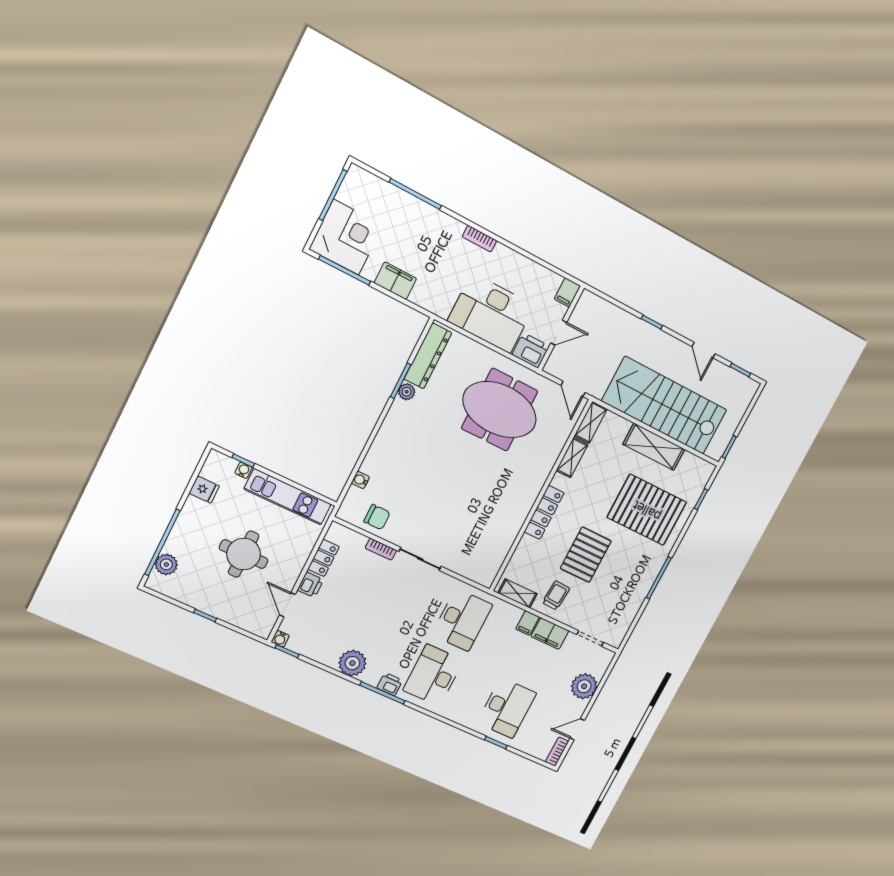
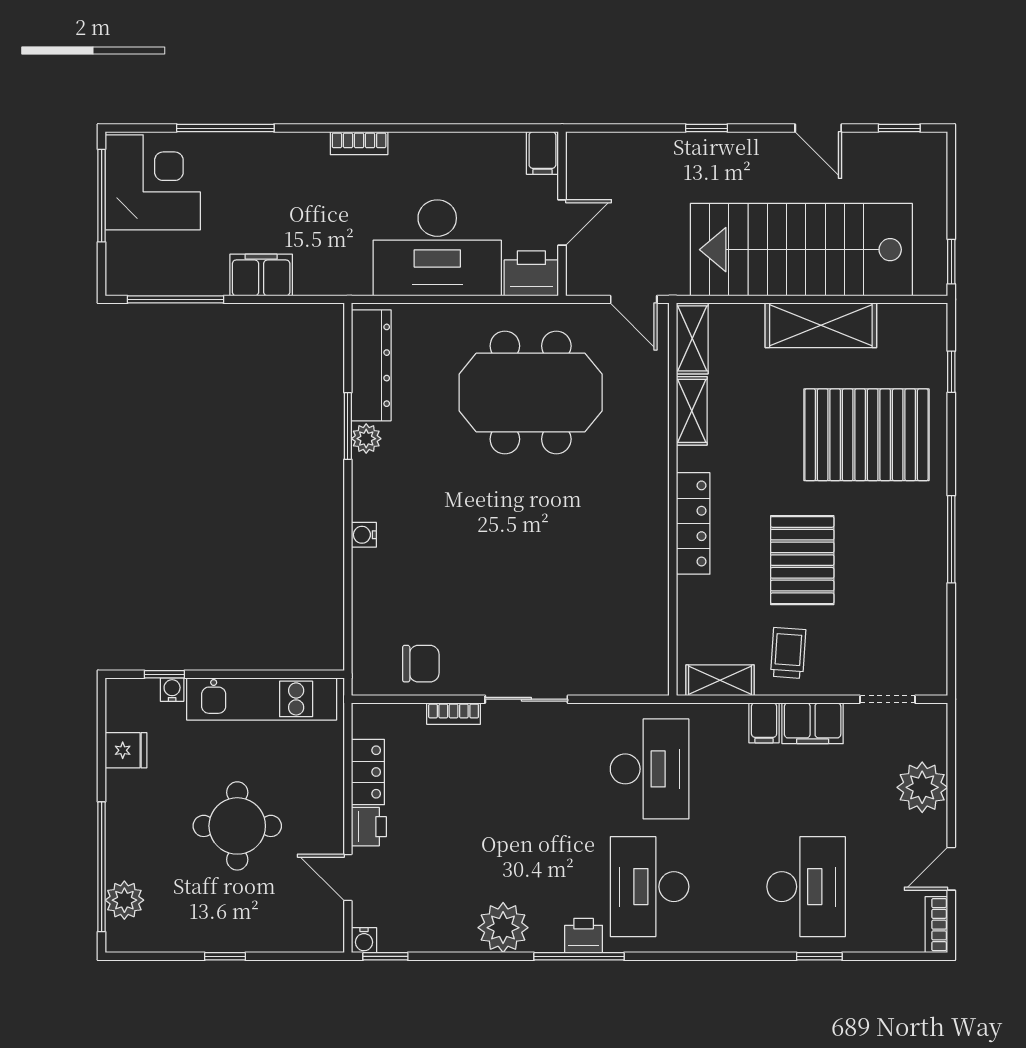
corner desk: (346, 237) -> (153, 182), moved
water cooler: (360, 480) -> (364, 535), moved

